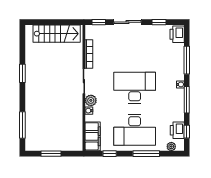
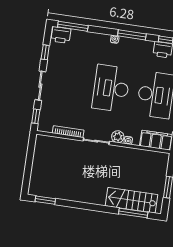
stairs: (57, 34) -> (132, 200), moved, turned -90
window: (187, 60) -> (73, 26), moved
window: (22, 73) -> (45, 200), moved

